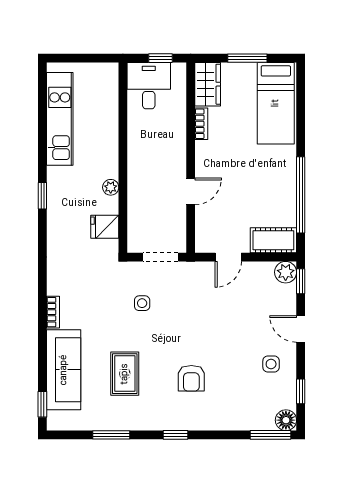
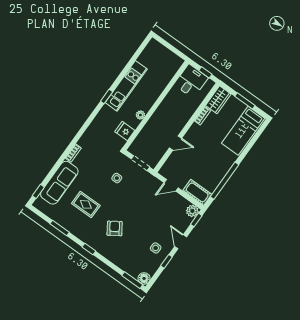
kitchen unit: (60, 119) -> (126, 86), moved
rug: (125, 374) -> (86, 204), turned 90
armchair: (191, 378) -> (115, 228), turned 146
window: (301, 391) -> (166, 261), moved

